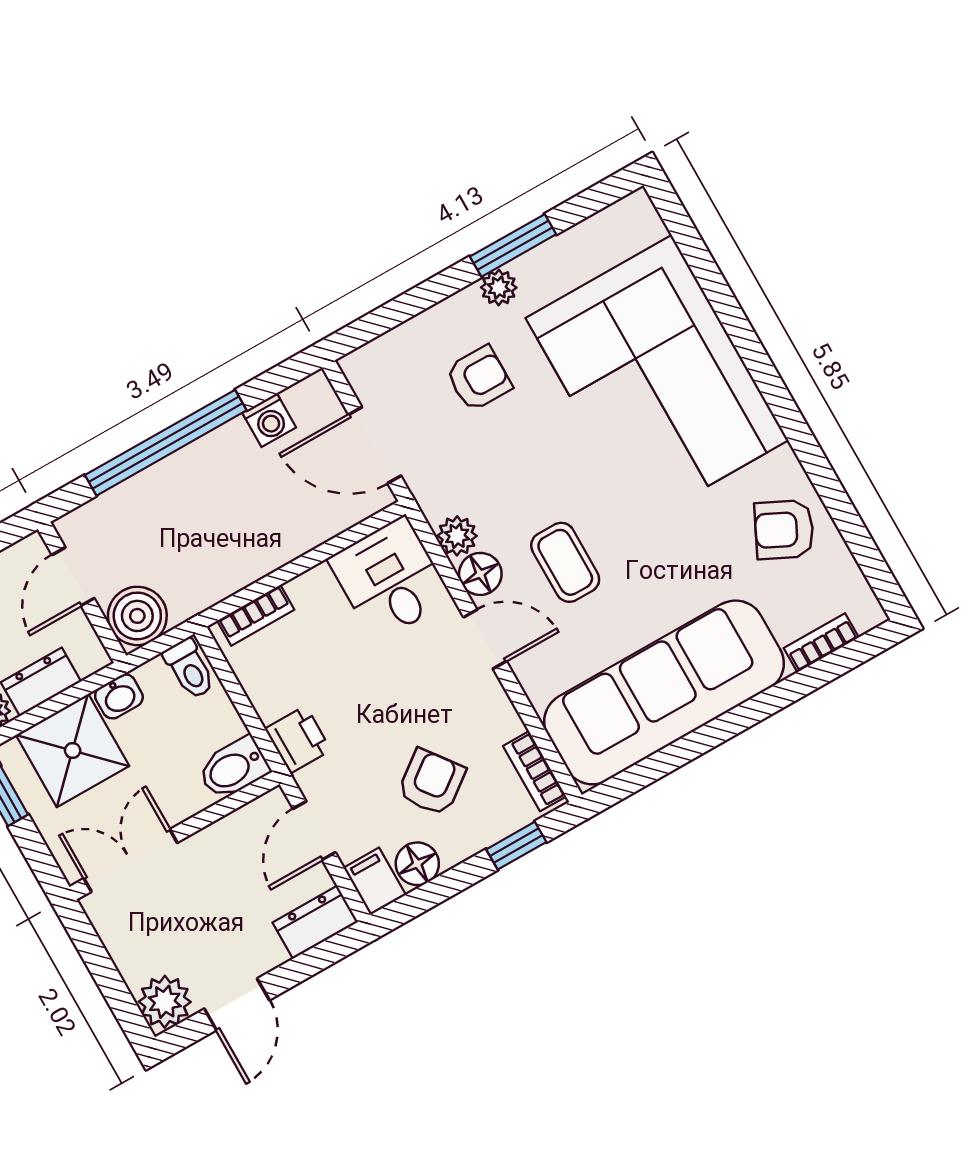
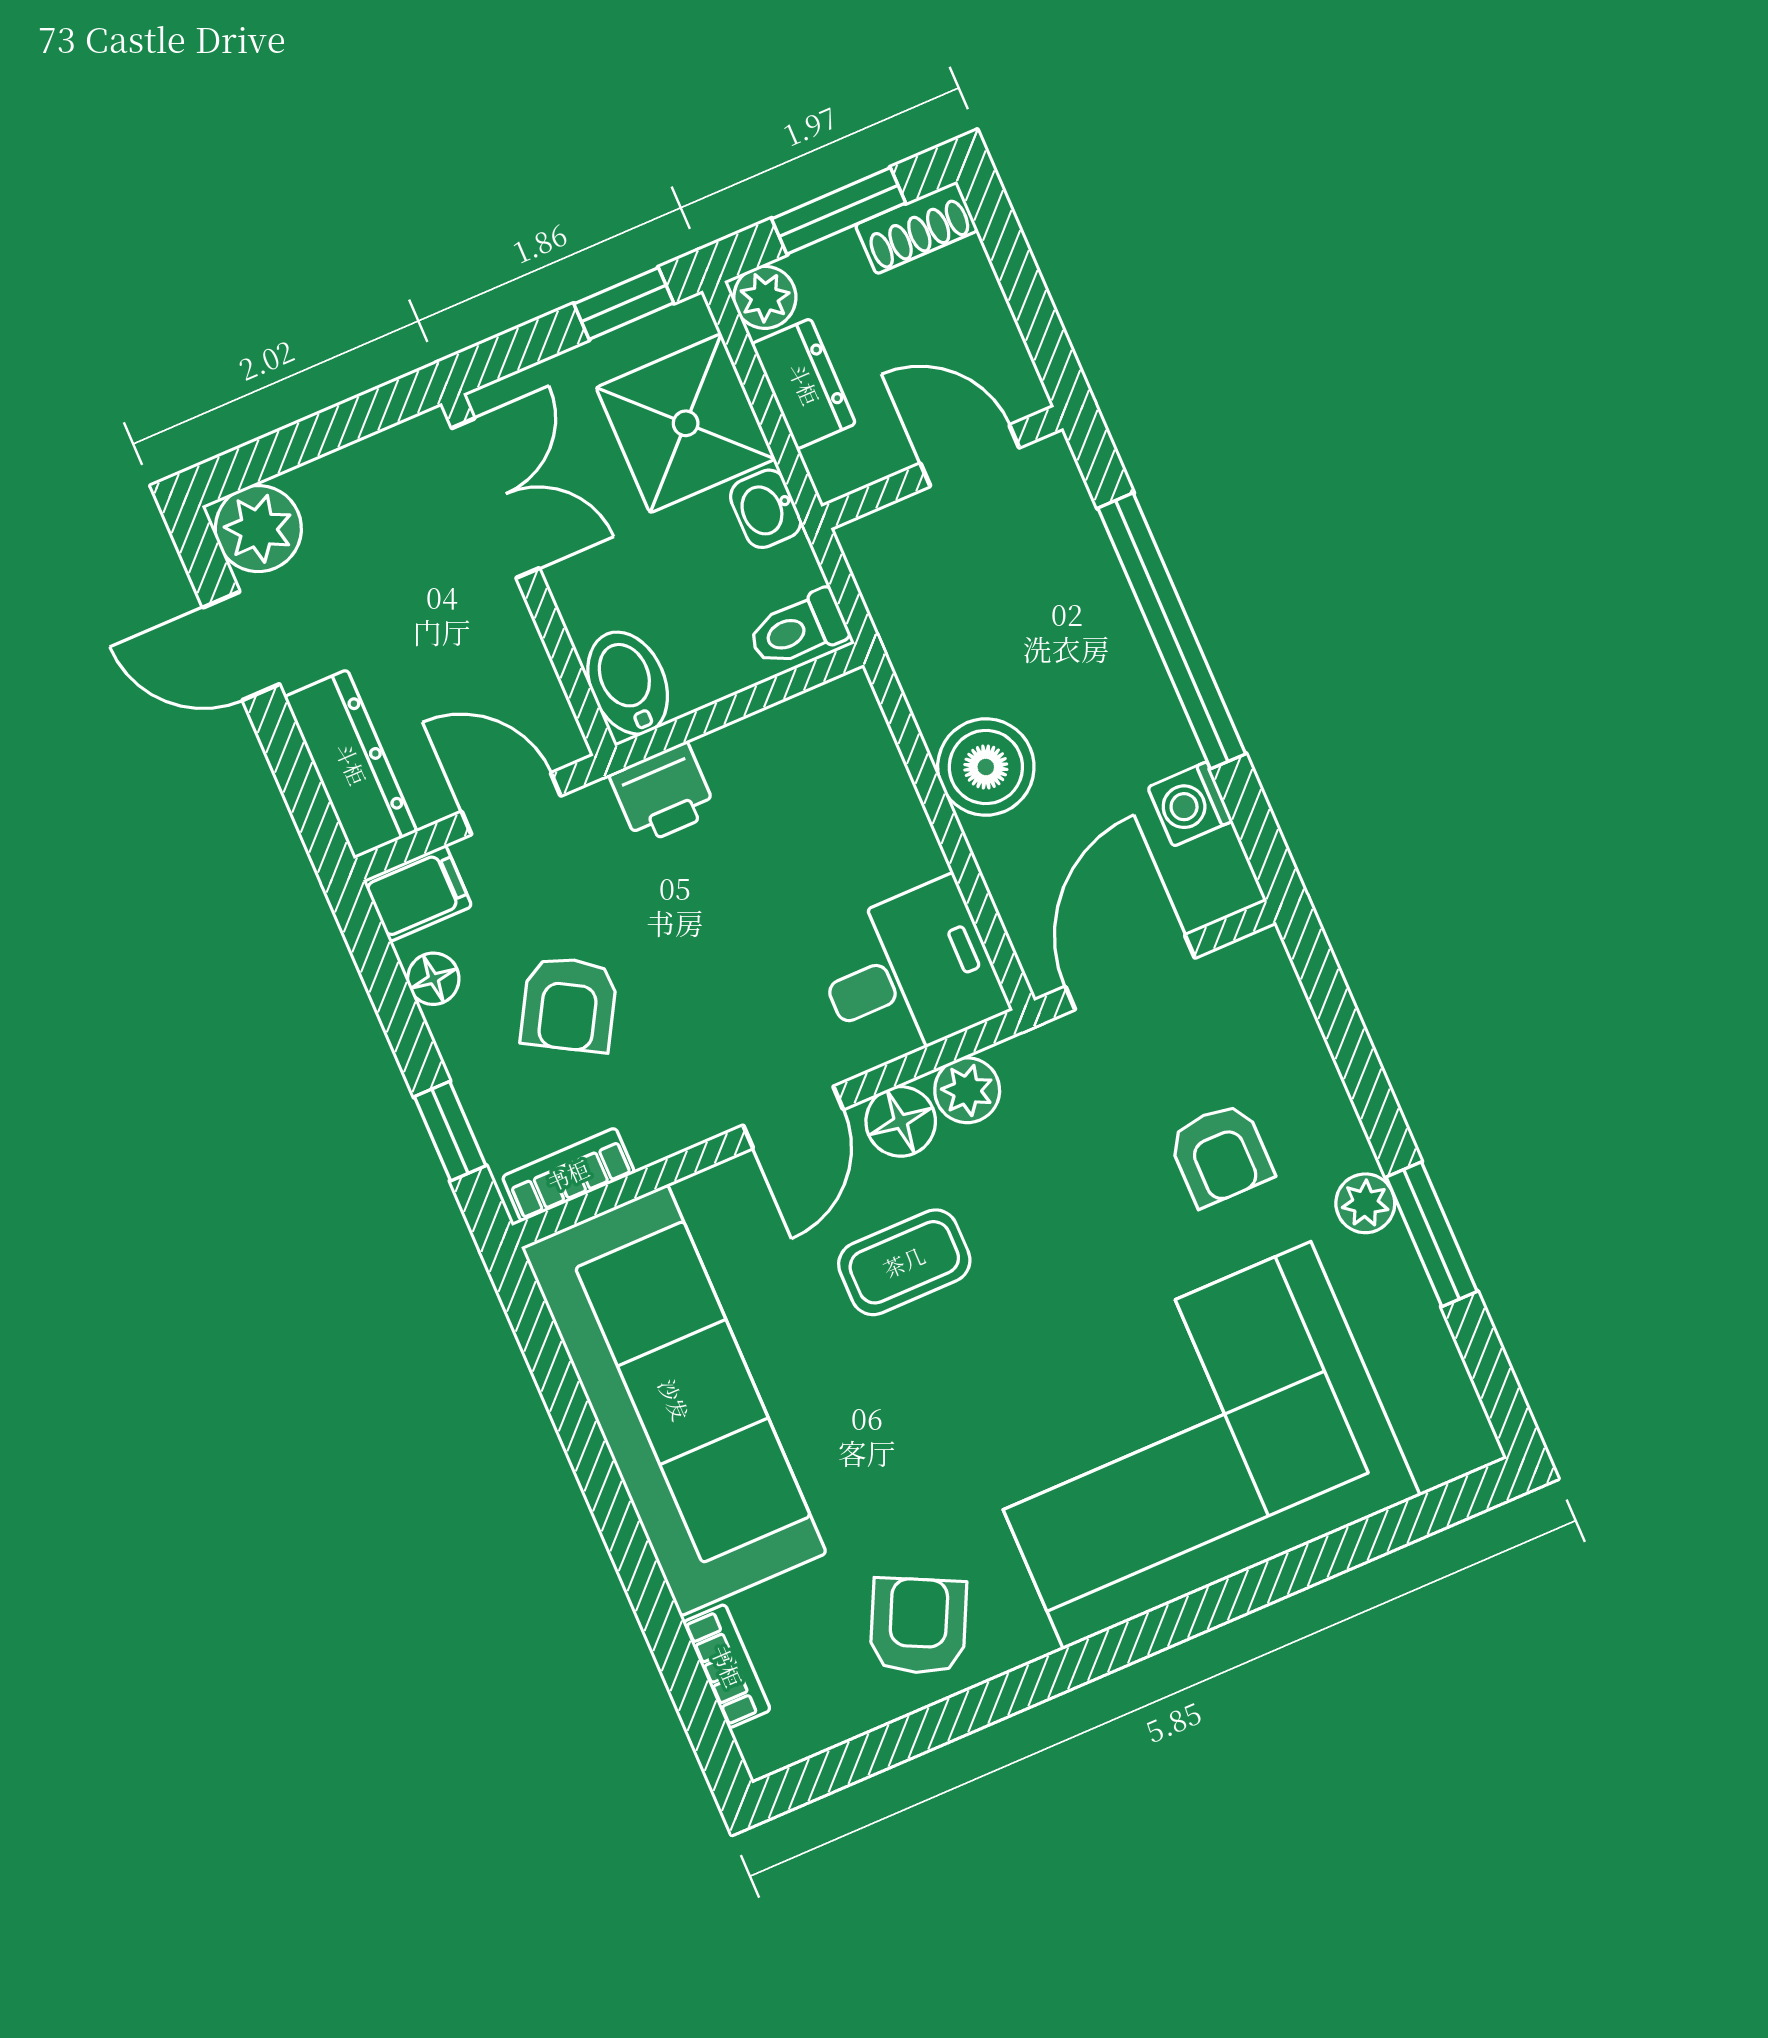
bookcase: (256, 615) -> (874, 747), removed
boiler: (137, 616) -> (986, 767), moved
armchair: (432, 782) -> (569, 1004), turned 67
floor lamp: (417, 864) -> (433, 979), width x0.73, depth x0.73
dresser: (315, 922) -> (351, 764), width x1.44

